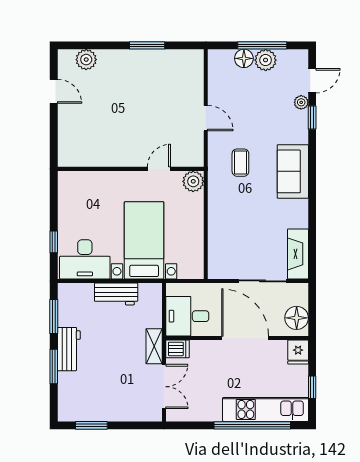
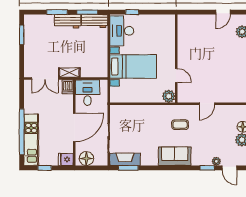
window: (312, 248) -> (128, 168), added
workbench: (116, 294) -> (95, 21), moved, turned -90

